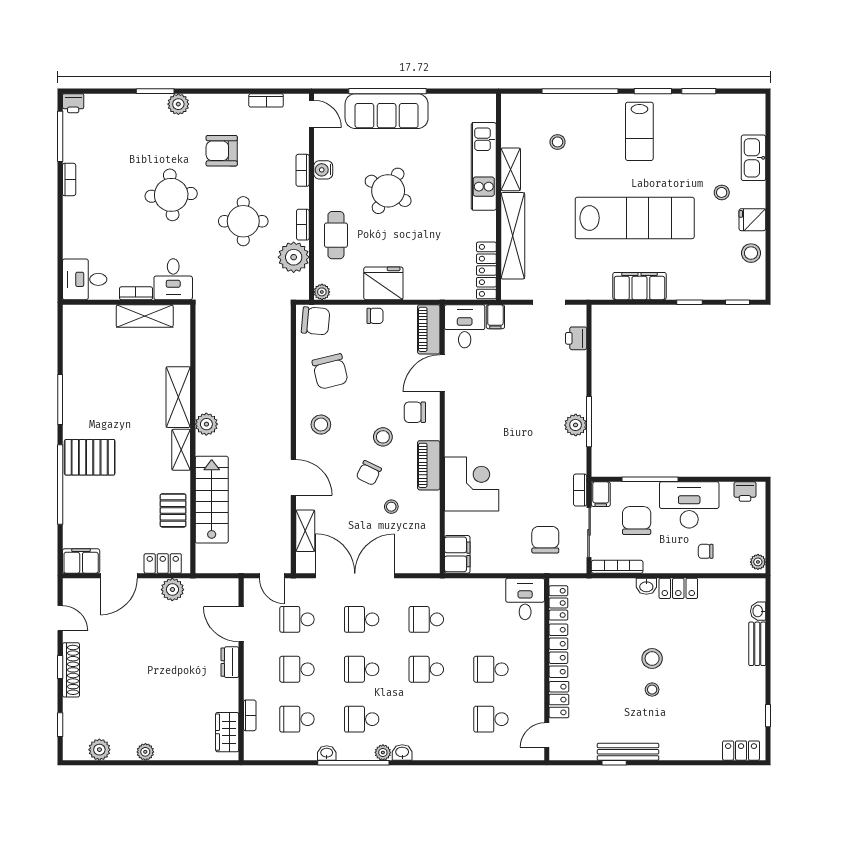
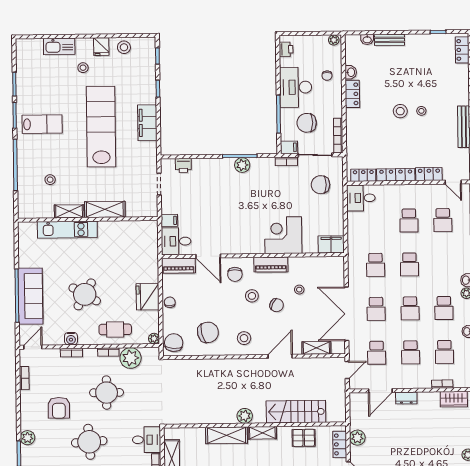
shelving: (513, 236) -> (105, 209), width x0.68
locker: (486, 270) -> (138, 227), removed
washbasin: (646, 586) -> (351, 72), moved

